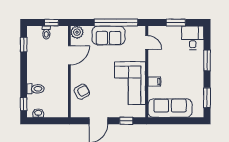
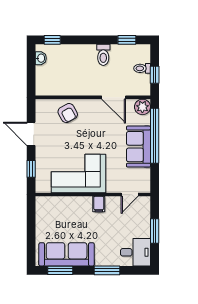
window: (116, 23) -> (155, 136), moved
filing cabinet: (154, 82) -> (99, 204), moved
toilet: (36, 89) -> (103, 55), moved
sofa: (170, 108) -> (67, 254), moved, turned -90

